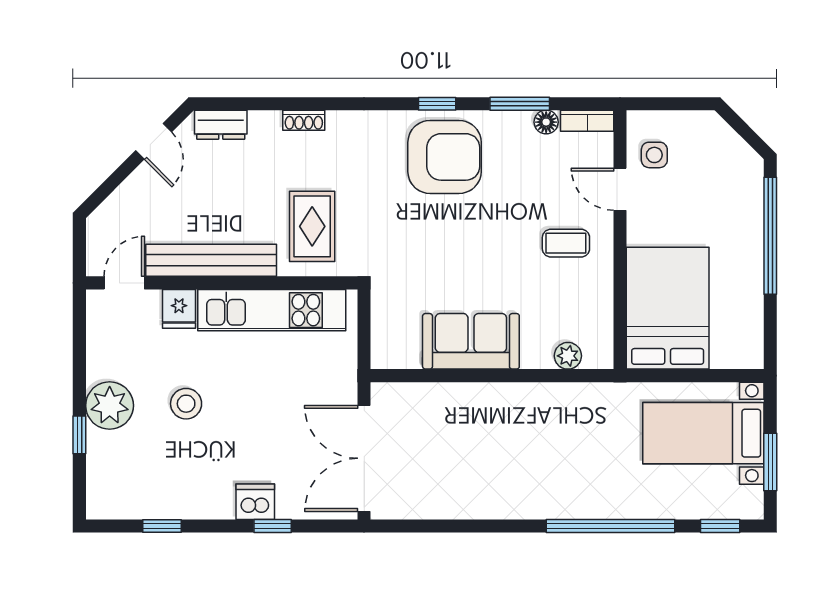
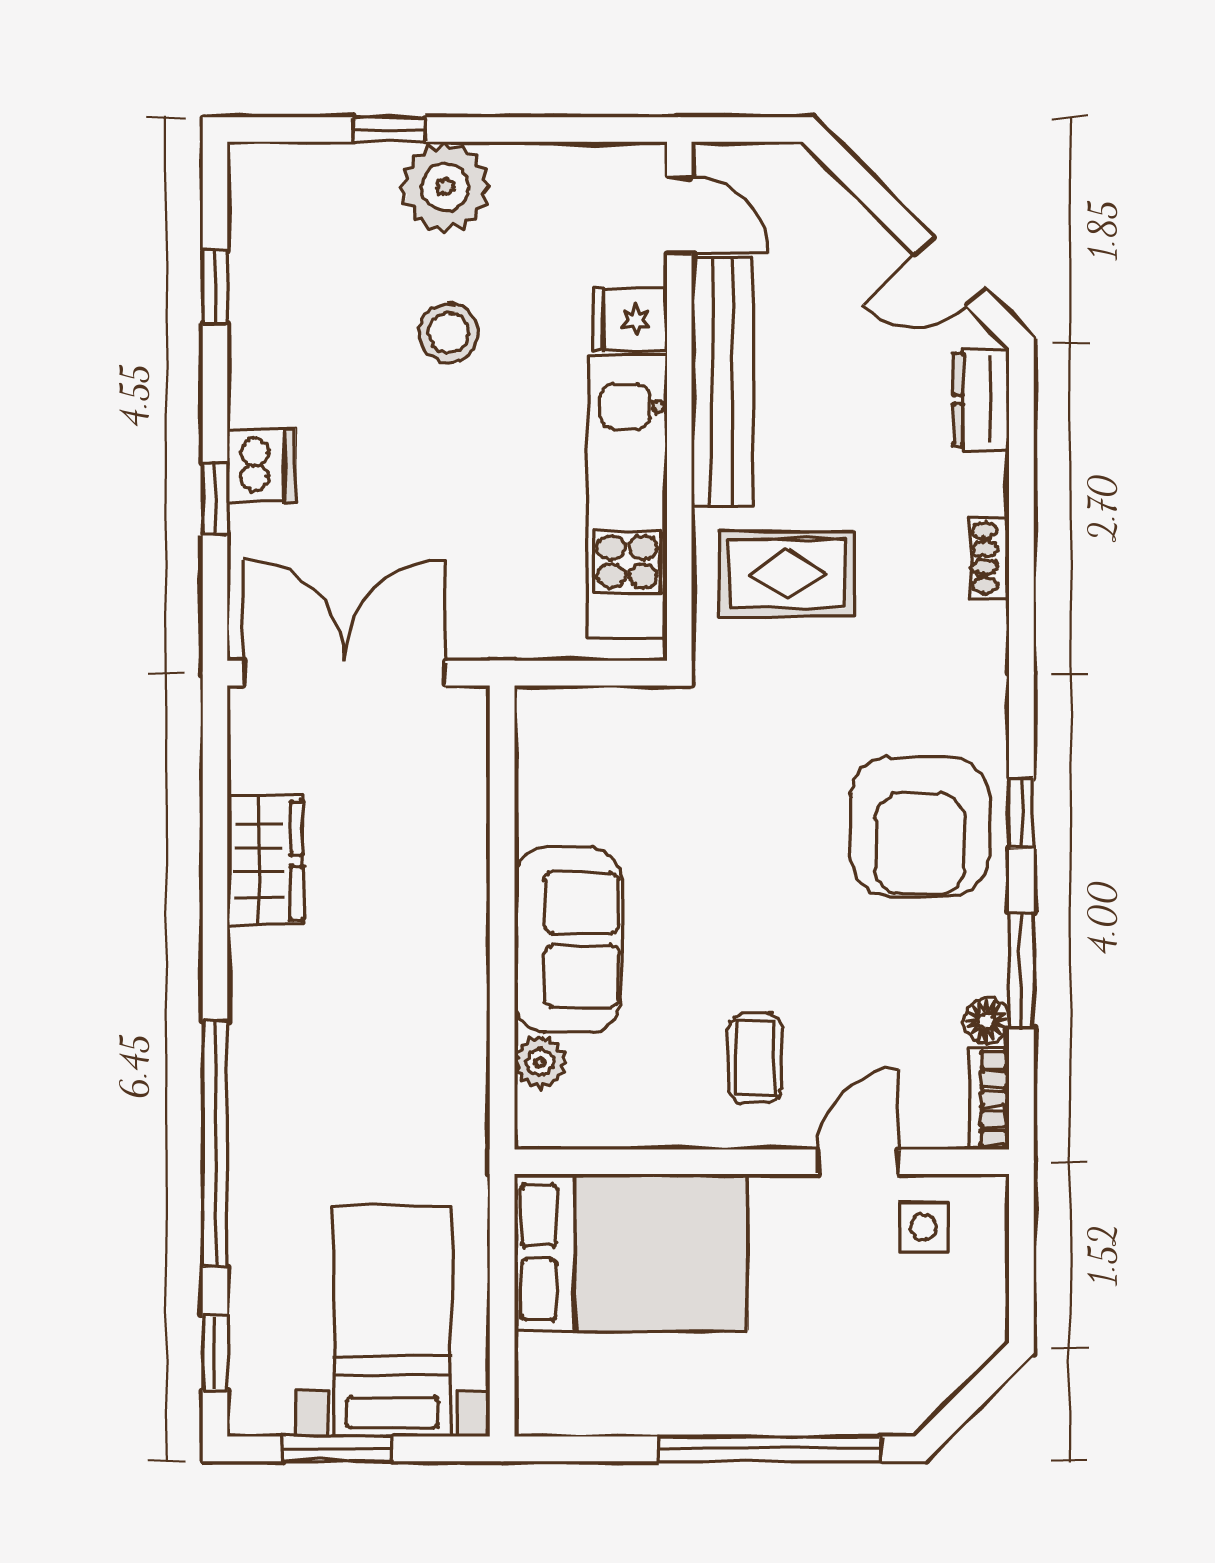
sofa: (471, 341) -> (568, 939), moved
wardrobe: (462, 500) -> (265, 860), added

